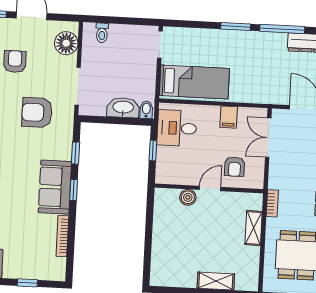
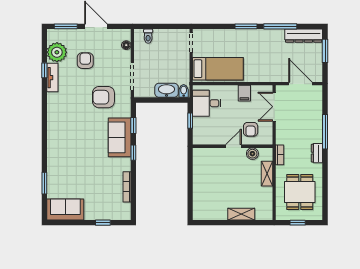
floor lamp: (66, 43) -> (126, 45), width x0.53, depth x0.53
sofa: (55, 187) -> (120, 137), moved
boiler: (188, 197) -> (252, 154), moved

